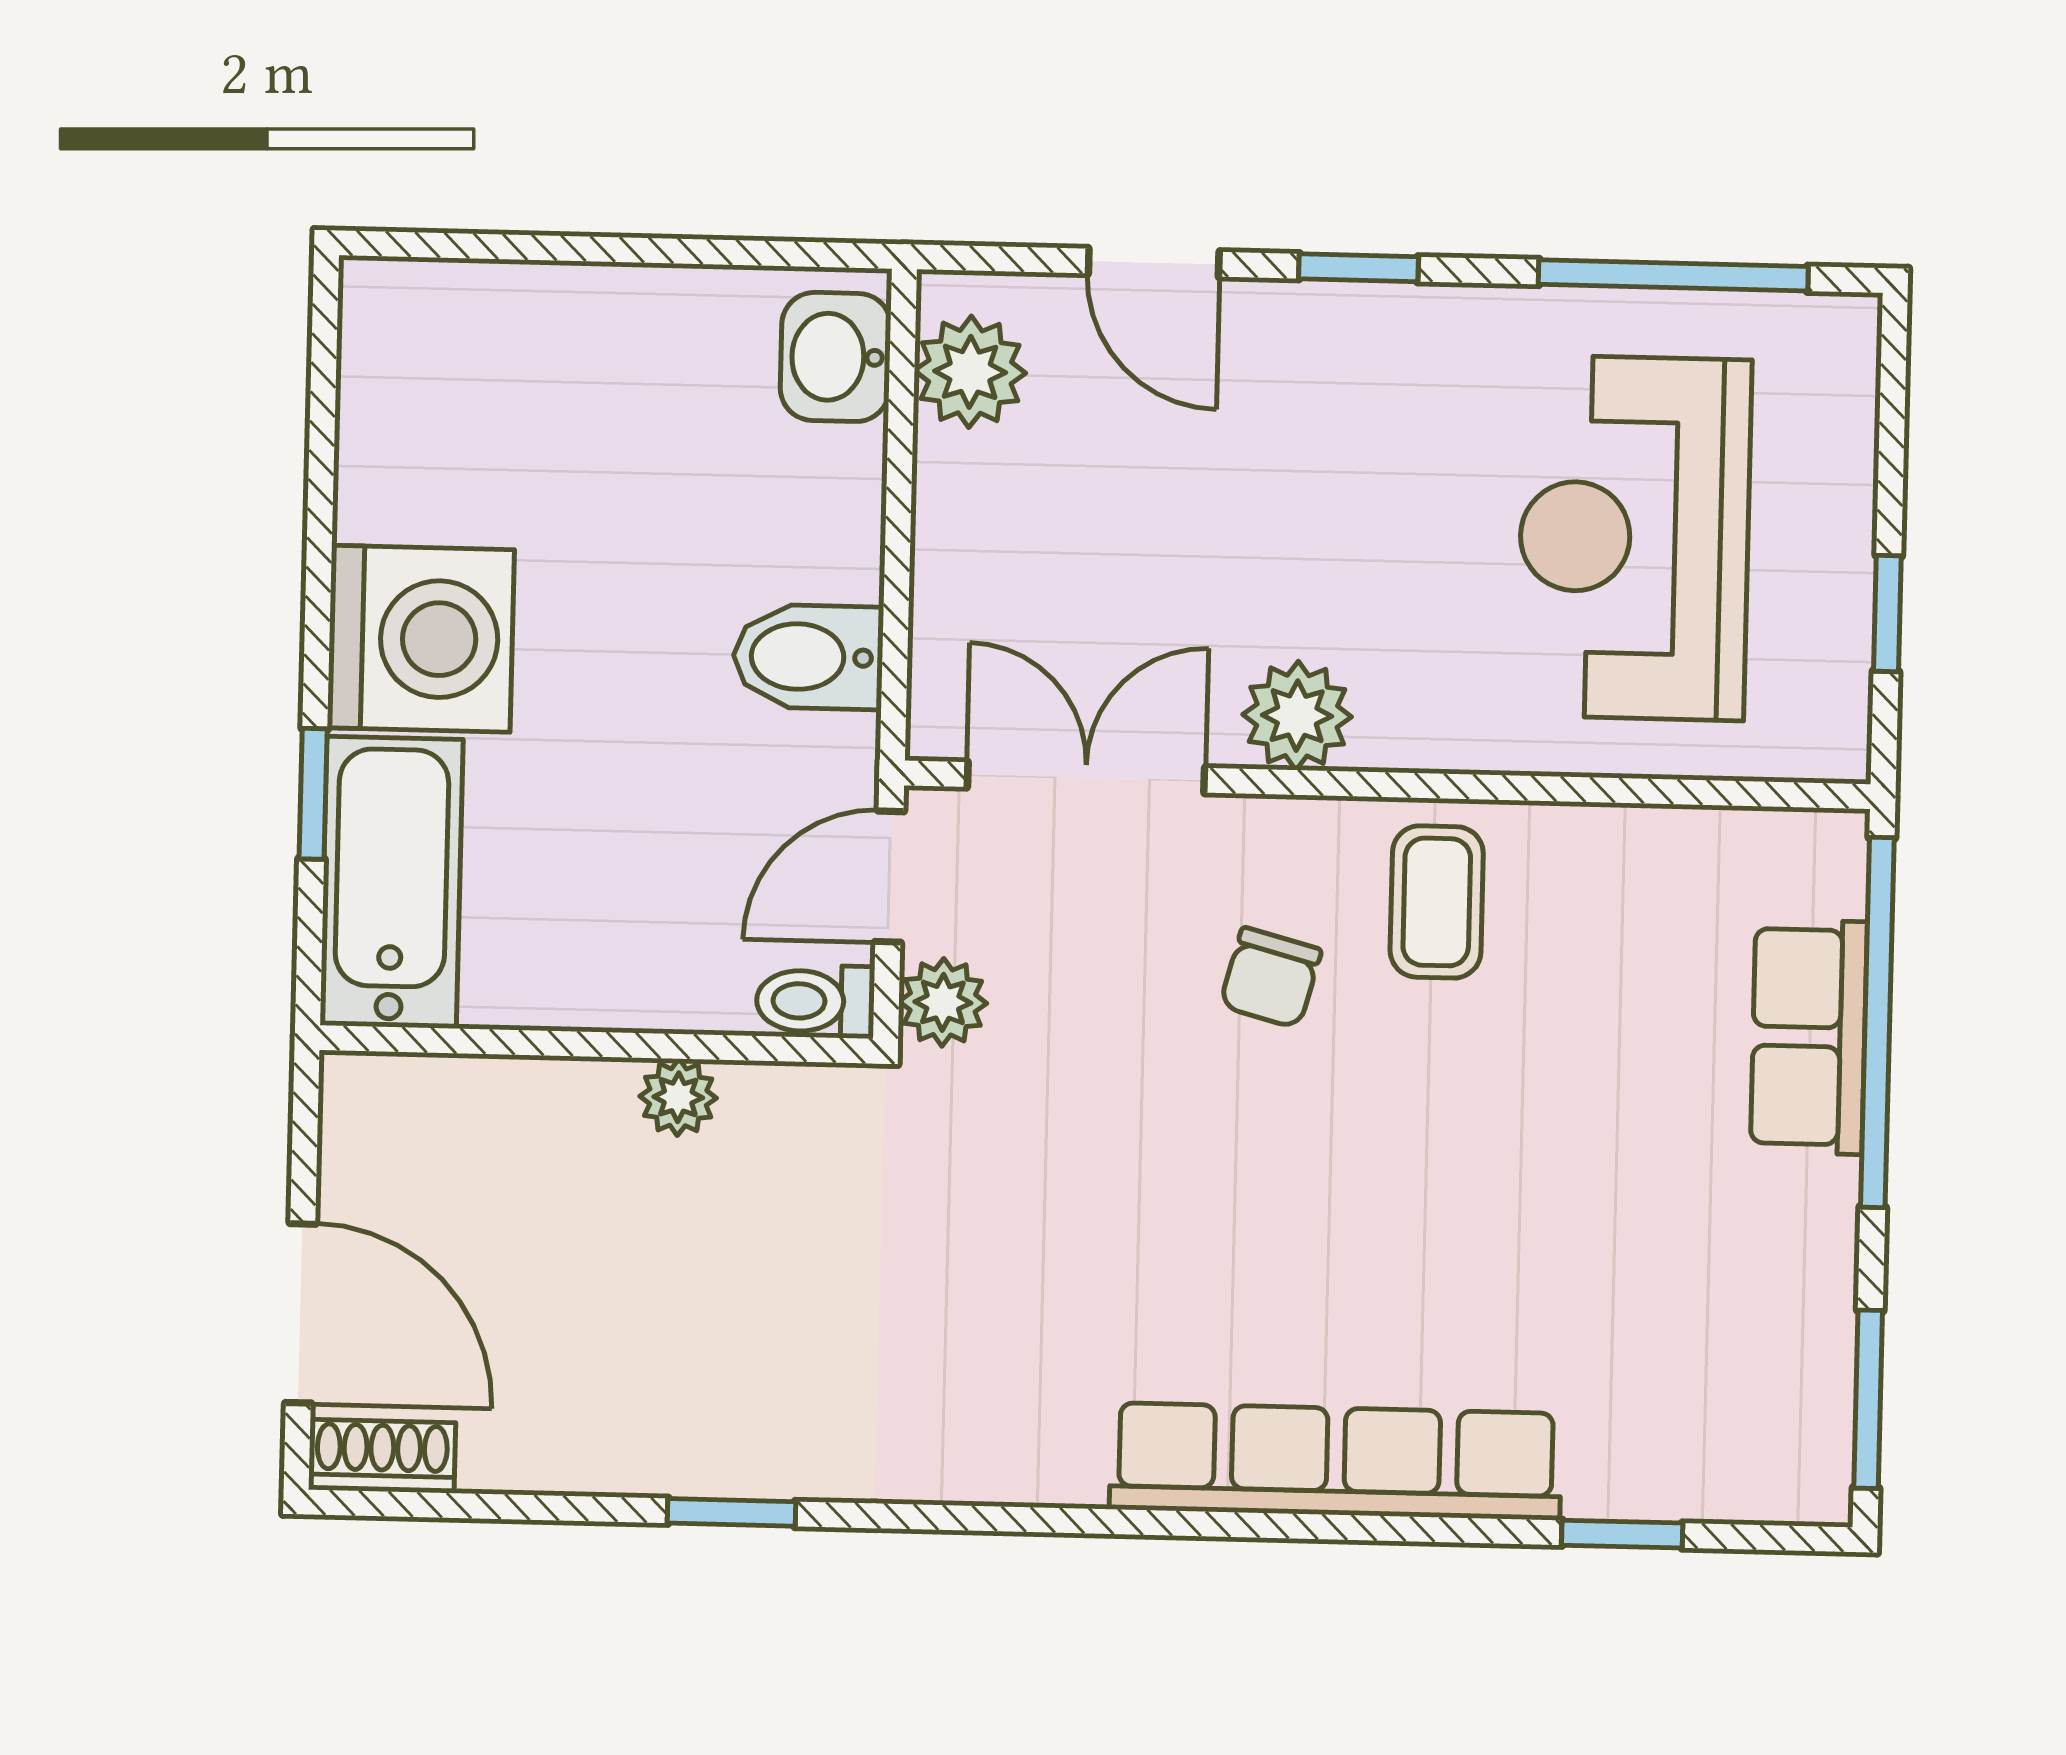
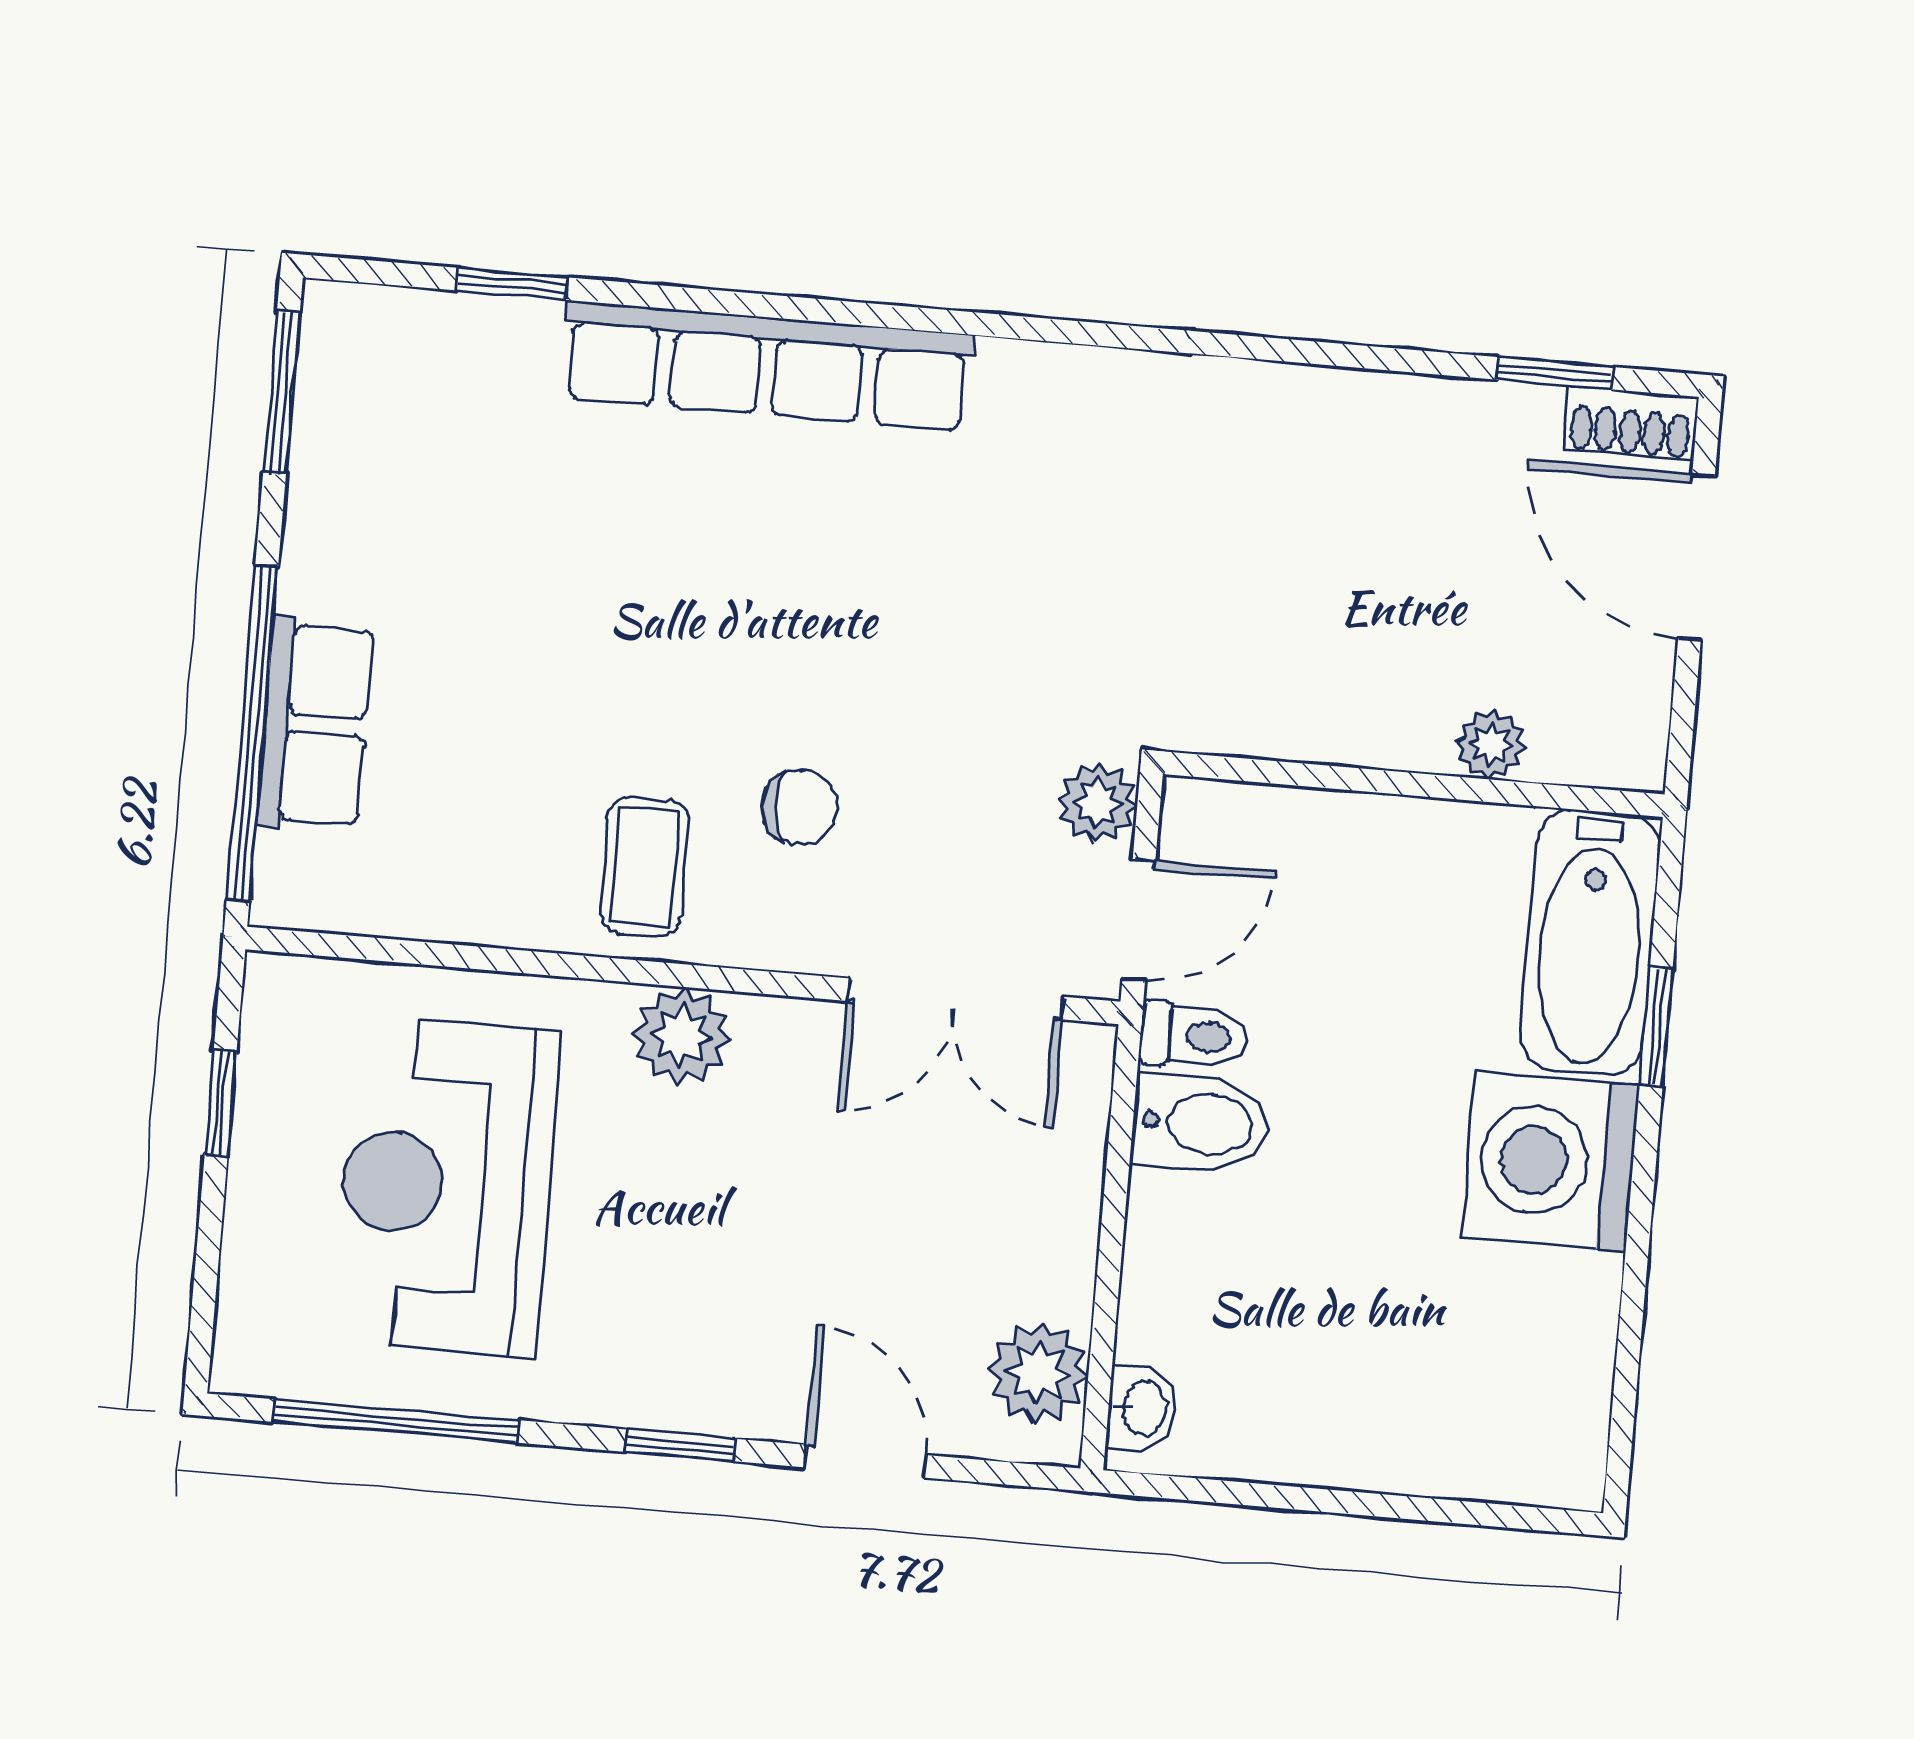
washbasin: (835, 357) -> (1142, 1408), width x0.72, depth x0.69
reception desk: (1634, 538) -> (446, 1186), turned 180
plant: (1297, 716) -> (682, 1036), moved
chair: (1271, 978) -> (799, 807), turned 72
toilet: (815, 1001) -> (1194, 1036), moved
plant: (678, 1097) -> (1491, 745), moved
window: (732, 1512) -> (1555, 373), moved

